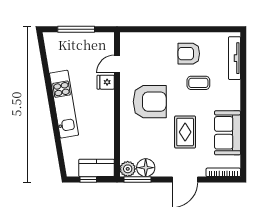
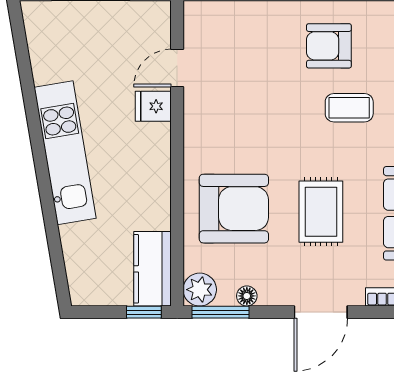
armchair: (150, 102) -> (234, 209), moved
kitchen counter: (97, 168) -> (153, 269), moved, turned -90
floor lamp: (146, 168) -> (247, 296), width x0.53, depth x0.53
window: (88, 180) -> (144, 312), moved

